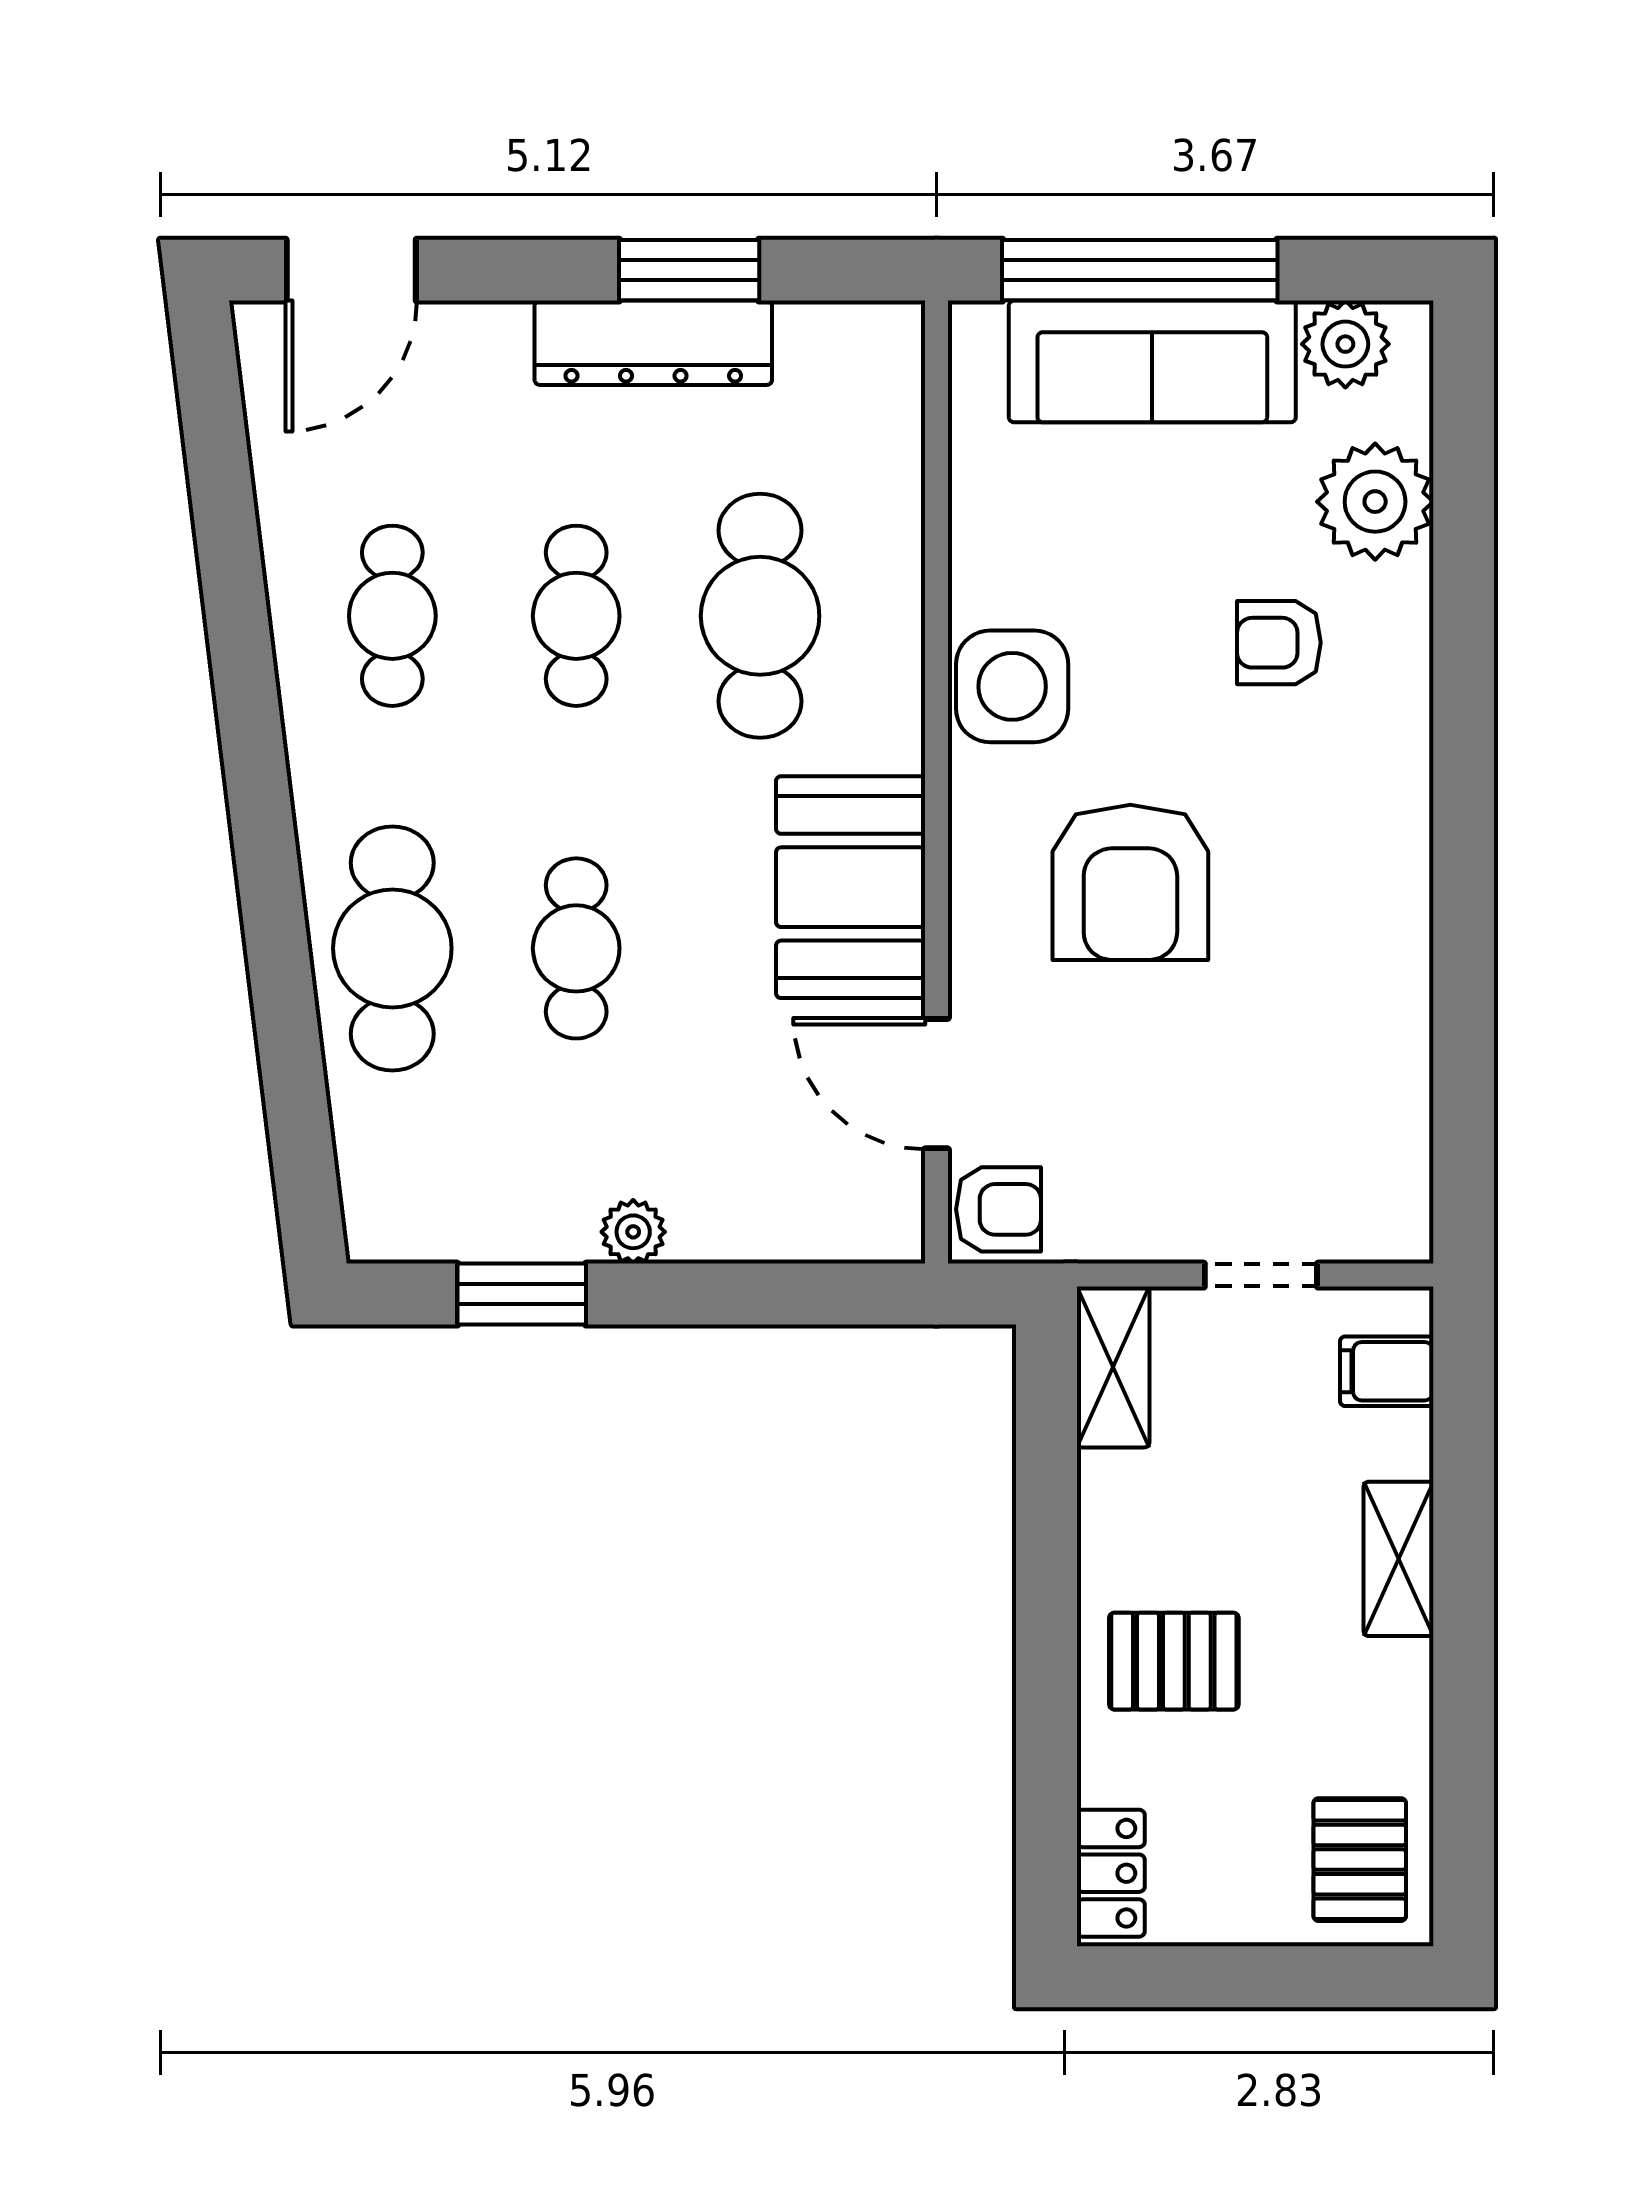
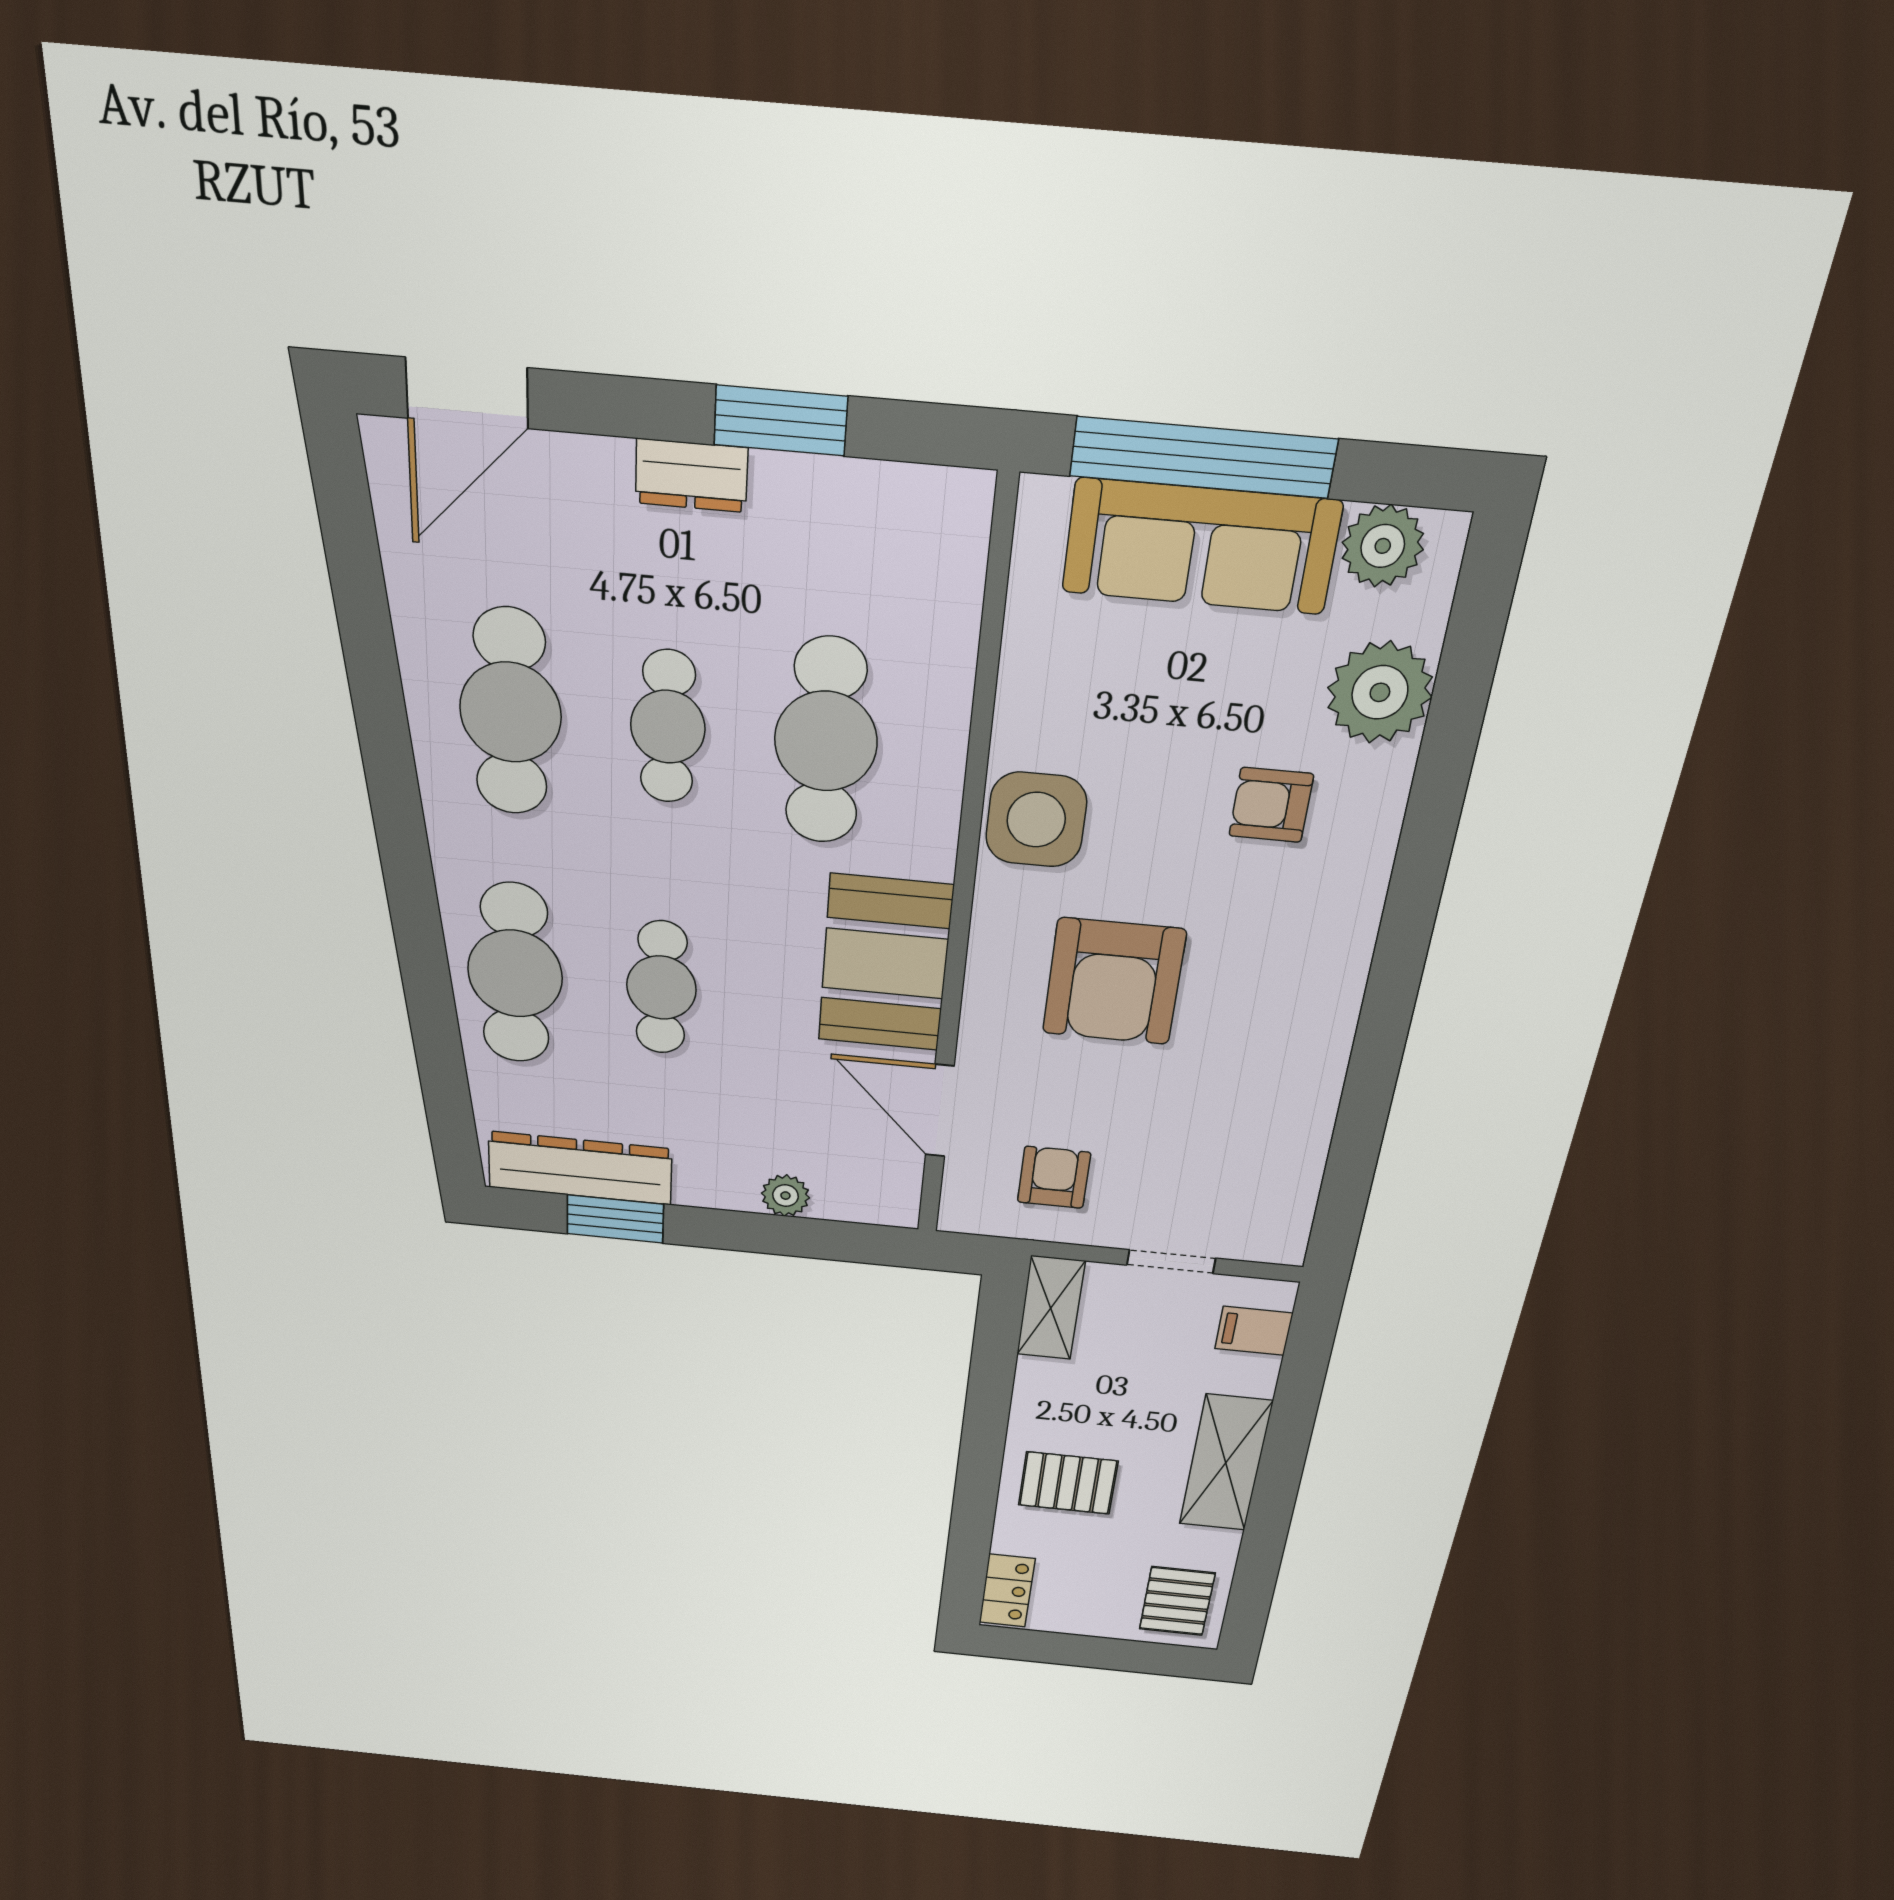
dresser: (653, 343) -> (691, 476), width x0.51, depth x0.80
cafe table: (392, 616) -> (511, 712), width x1.37, depth x1.35
armchair: (998, 1209) -> (1054, 1177), moved, turned -90
dresser: (474, 1221) -> (580, 1168), added
plant: (633, 1232) -> (785, 1196), moved
shelving: (1398, 1559) -> (1226, 1463), width x1.50, depth x1.33

